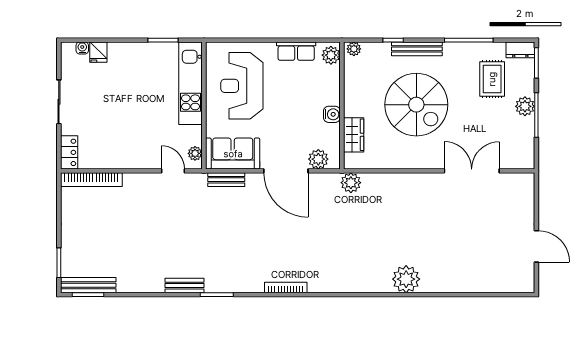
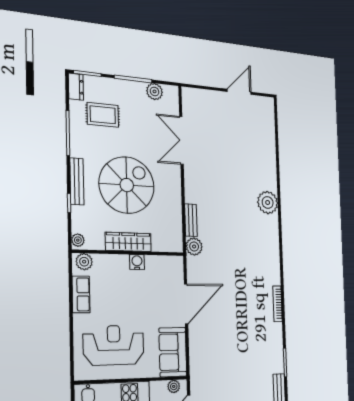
reception desk: (242, 86) -> (114, 345), turned 180
plant: (525, 106) -> (155, 91), moved
wardrobe: (354, 135) -> (128, 242), moved, width x1.50
plant: (318, 159) -> (176, 275), removed
bench: (226, 180) -> (191, 220), moved

